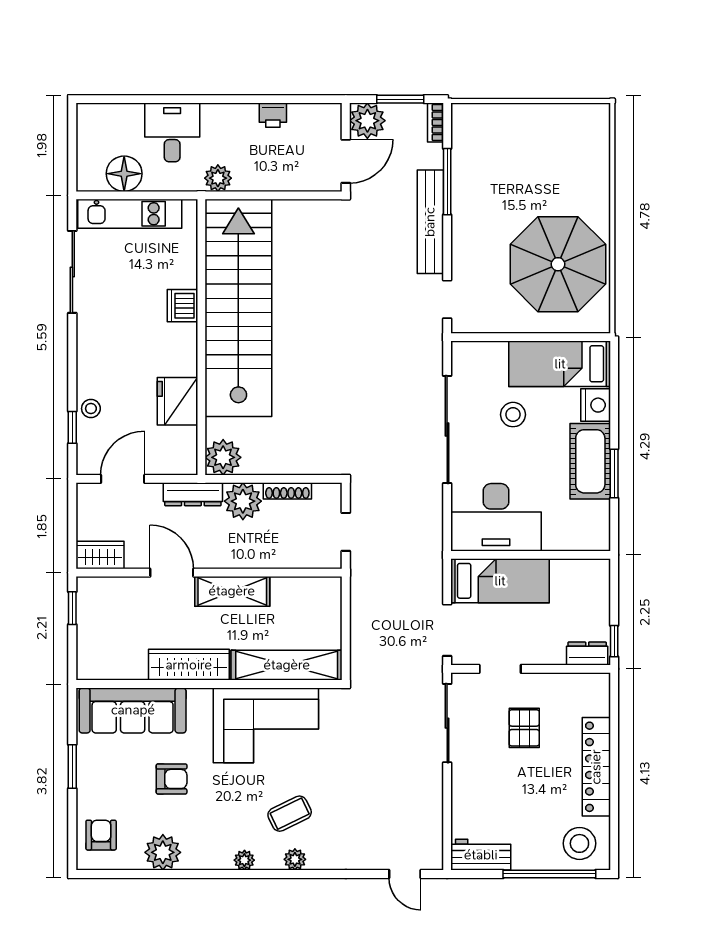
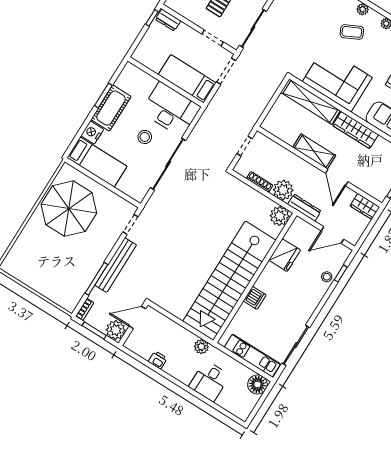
floor lamp: (124, 174) -> (257, 385), moved
stool: (513, 415) -> (145, 137), moved

